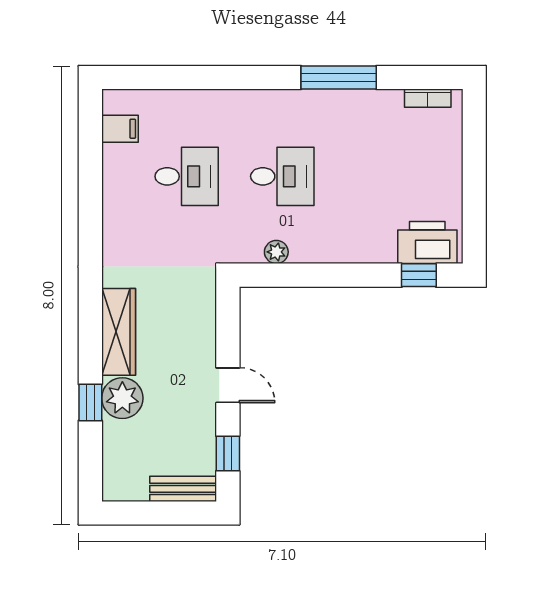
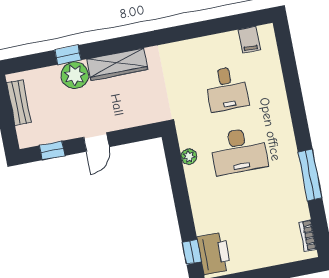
desk: (282, 176) -> (239, 151), width x1.37
bench: (183, 489) -> (19, 102), moved

